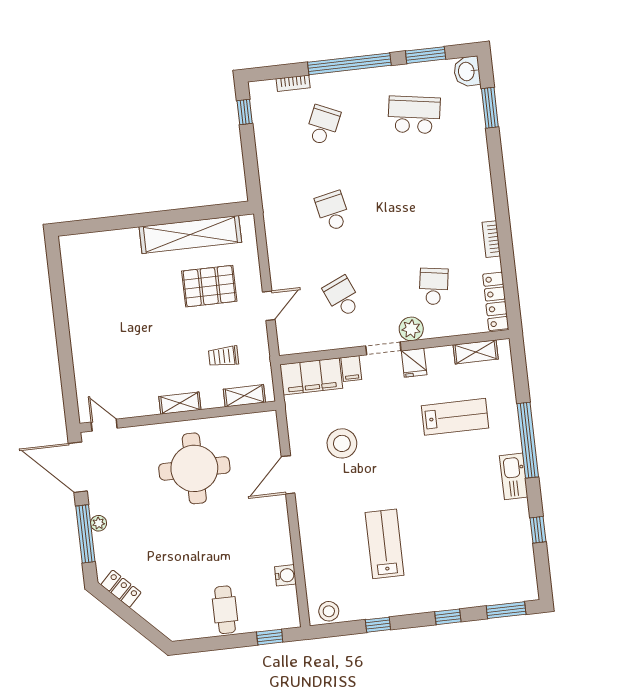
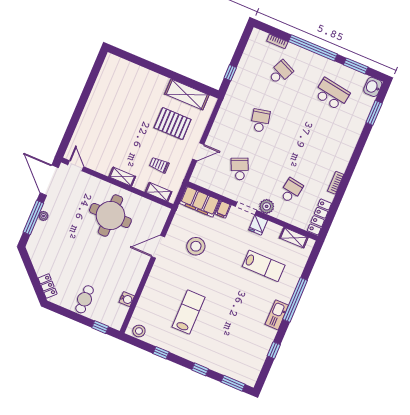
window: (245, 112) -> (230, 73), moved
shelving: (190, 235) -> (187, 94), width x0.68
locker: (121, 589) -> (48, 286), moved

